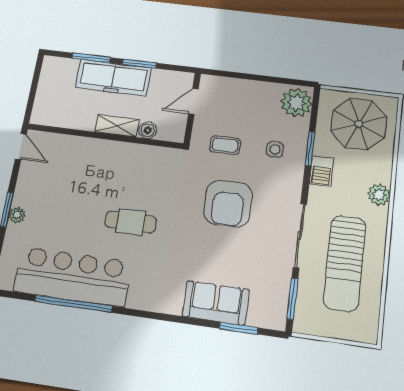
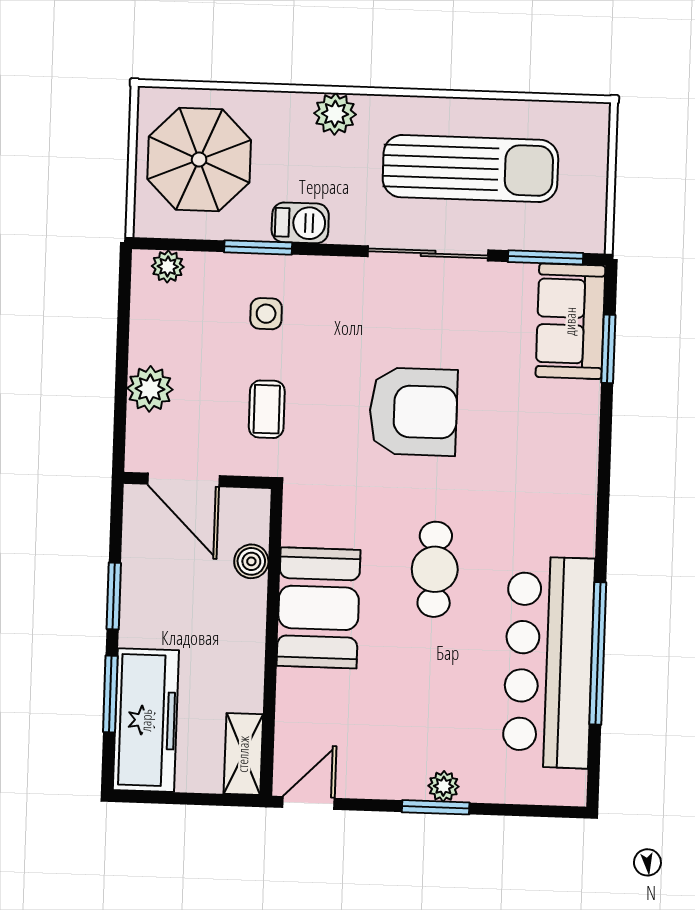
freezer: (113, 78) -> (146, 720), moved
plant: (242, 90) -> (150, 389), added
door: (193, 101) -> (184, 480), width x1.38
plant: (296, 103) -> (168, 266), width x0.53, depth x0.53
shelving: (117, 126) -> (243, 754), moved
booth: (119, 161) -> (319, 608), added
armchair: (228, 204) -> (413, 412), moved
sofa: (216, 303) -> (570, 321), moved

